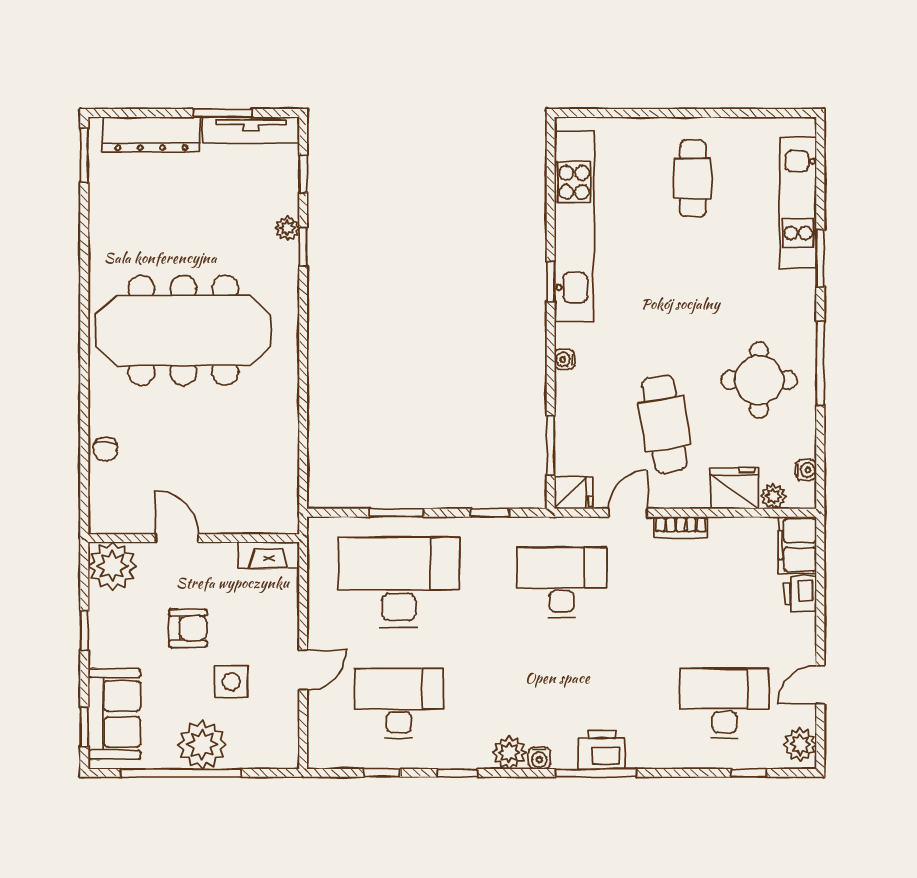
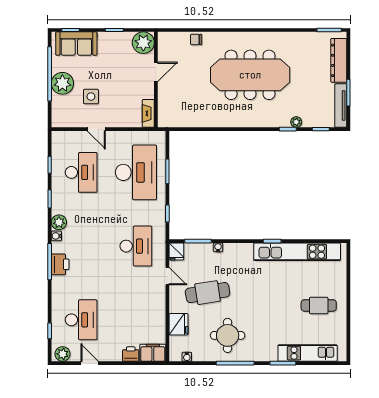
meeting table: (183, 330) -> (250, 75), turned 90
water cooler: (564, 359) -> (218, 247), moved
plant: (773, 496) -> (175, 342), removed
bookcase: (681, 527) -> (161, 300), removed
armchair: (188, 628) -> (115, 77), removed

